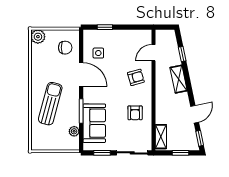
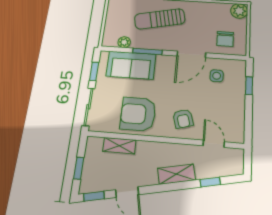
sun lounger: (50, 104) -> (160, 19), turned 153
armchair: (135, 113) -> (138, 114), width x1.88, depth x1.88
shelving: (161, 137) -> (119, 146), moved

